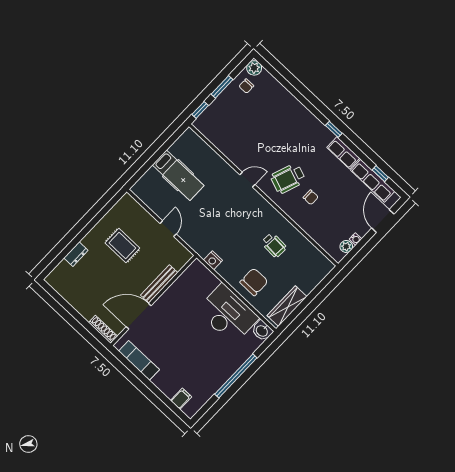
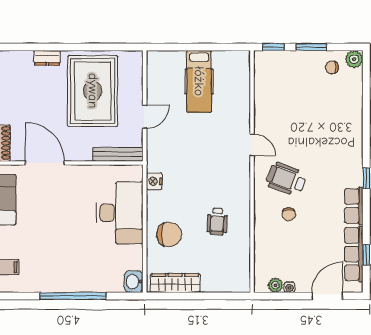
rug: (122, 245) -> (93, 91), width x1.86, depth x2.06
bench: (159, 284) -> (118, 154), moved
desk: (228, 314) -> (120, 213), moved

